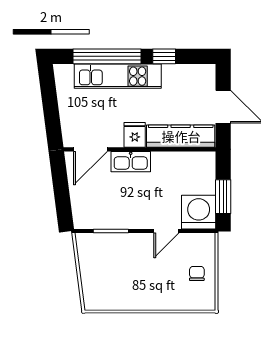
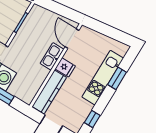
window: (107, 56) -> (117, 78), width x0.47
window: (164, 56) -> (92, 119), moved

